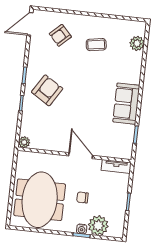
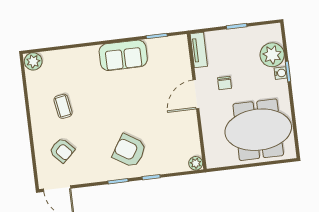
plant: (137, 43) -> (33, 61), moved
chair: (82, 197) -> (225, 83), moved

